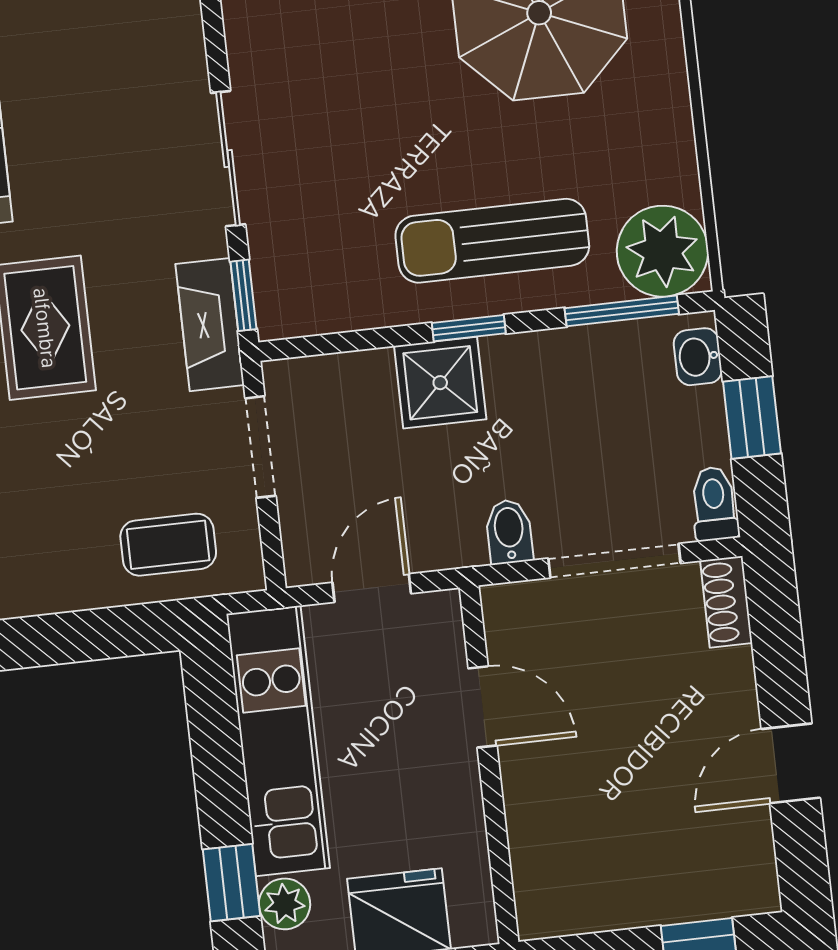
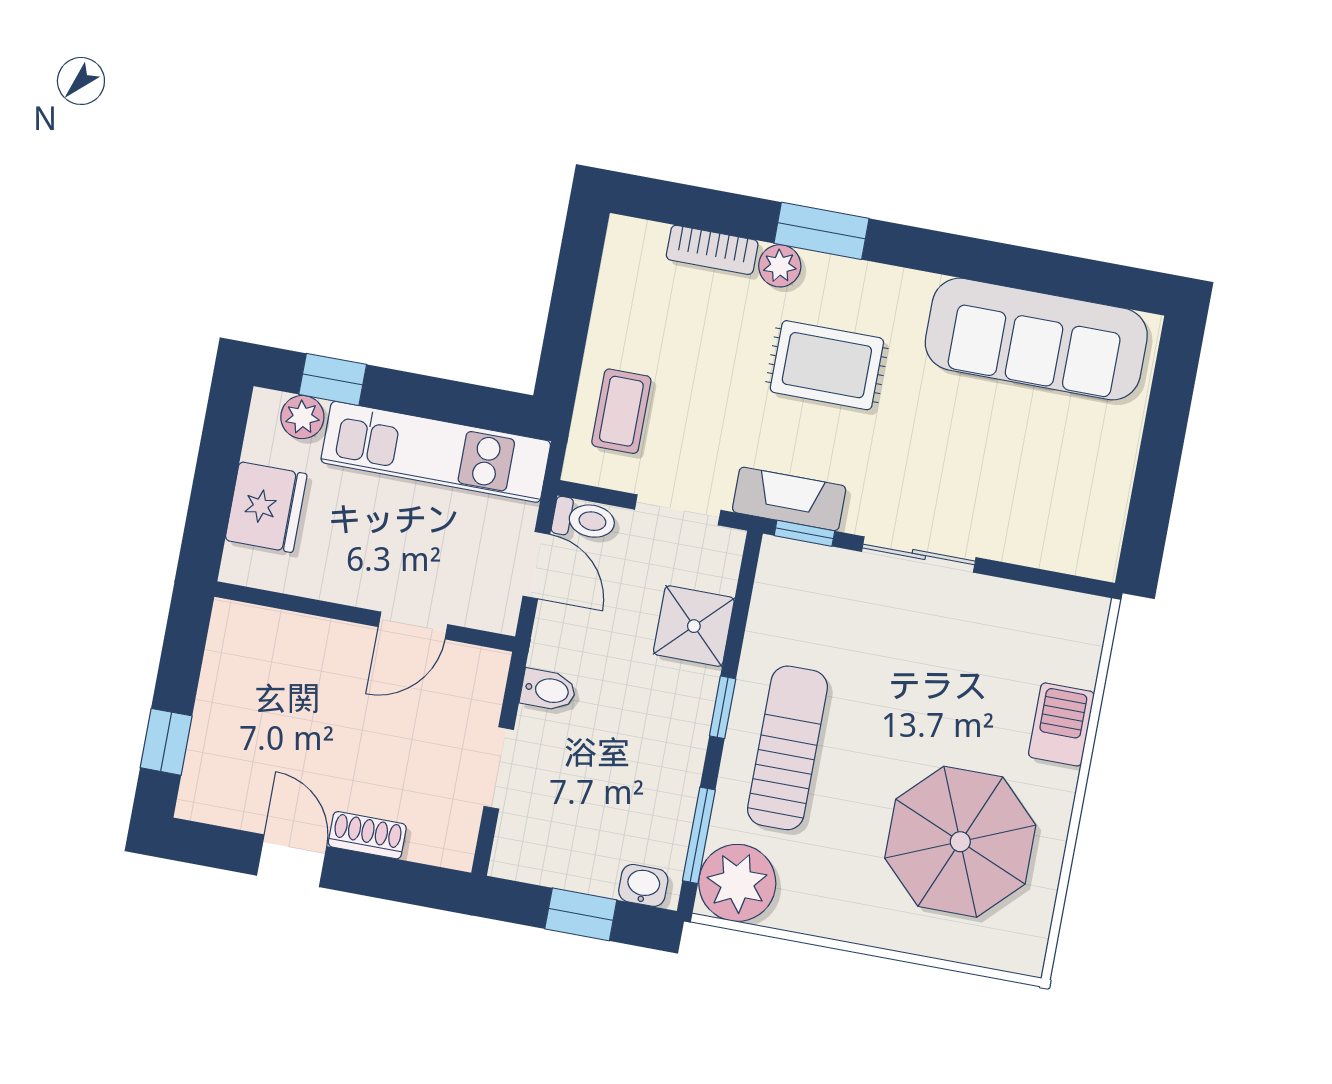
shower: (440, 383) -> (694, 626), moved
toilet: (714, 504) -> (584, 520), moved
doorway: (614, 561) -> (499, 768), width x0.73
shoe rack: (726, 602) -> (367, 835), moved

